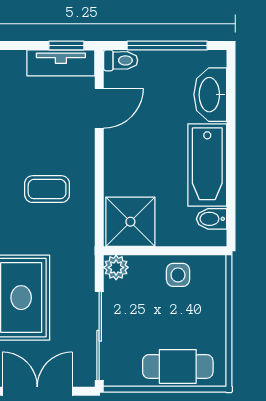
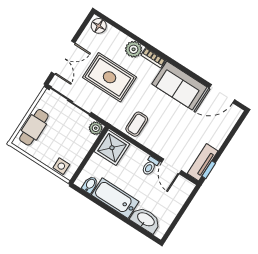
window: (167, 46) -> (180, 215), removed
toilet: (121, 60) -> (150, 166), moved
coffee table: (47, 189) -> (137, 124), moved
side table: (178, 275) -> (61, 166), moved

